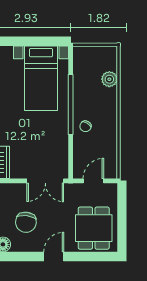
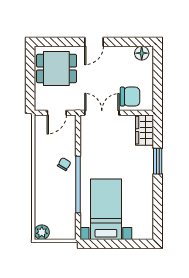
plant: (109, 79) -> (42, 232), moved
chair: (26, 222) -> (130, 97), moved, turned 83
dining table: (94, 228) -> (56, 68), turned 90

